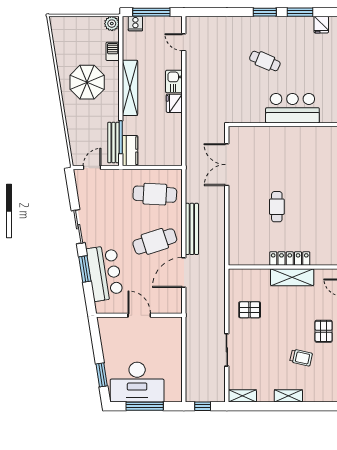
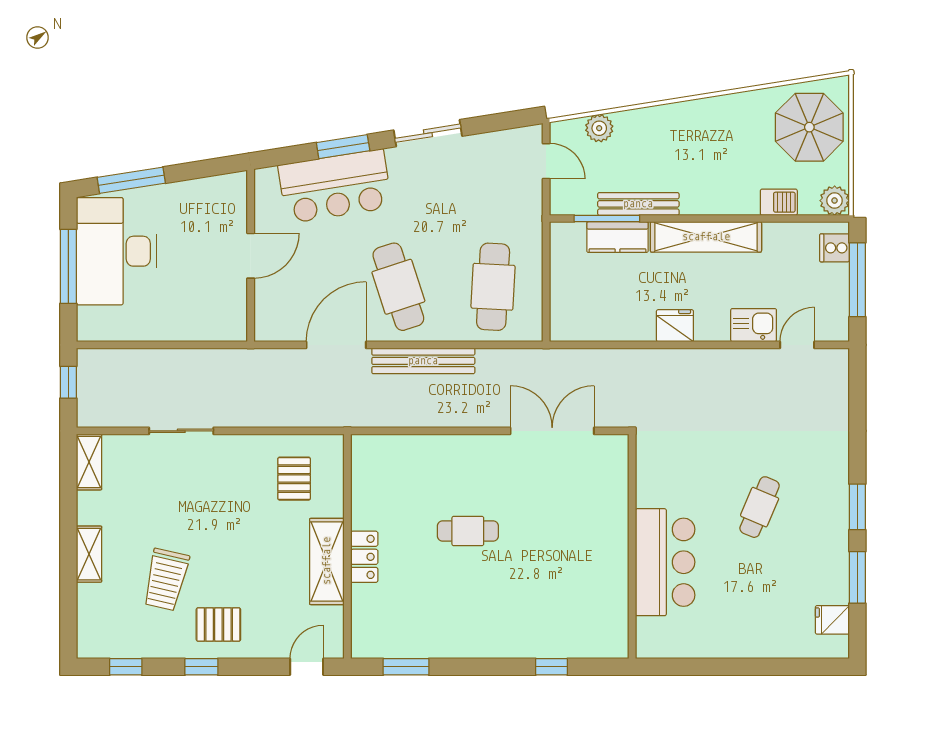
parasol: (87, 82) -> (809, 127), moved
kitchen sink: (174, 82) -> (754, 325), moved
plant: (76, 141) -> (599, 128), added
bench: (113, 143) -> (638, 204), moved
kitchen counter: (130, 151) -> (617, 237), moved
locker: (290, 258) -> (364, 557), width x0.66
door: (184, 272) -> (336, 345), hinge flipped
pallet: (250, 310) -> (294, 479), moved
trolley: (301, 358) -> (166, 580), width x1.36, depth x1.39
window: (102, 375) -> (131, 180), width x1.44

